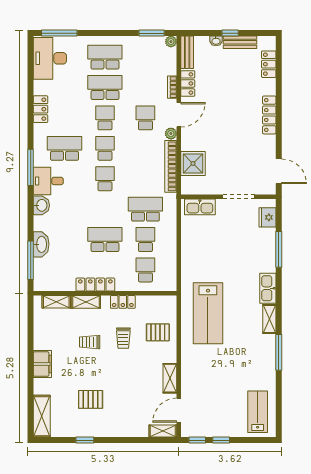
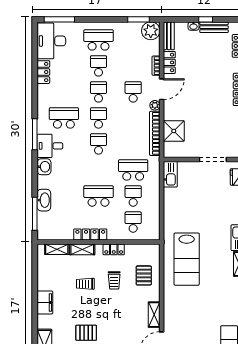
plant: (171, 42) -> (151, 31), width x1.88, depth x1.88
school desk: (105, 88) -> (99, 66), width x0.54
locker: (41, 109) -> (43, 72), moved
kitchen sink: (200, 207) -> (170, 174), moved, turned -90
pallet: (158, 332) -> (144, 275), turned 90

